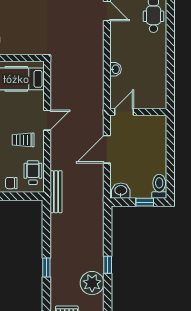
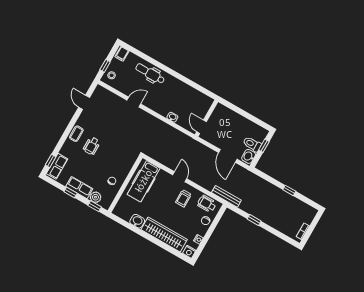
door: (107, 149) -> (228, 156), moved
toilet: (159, 186) -> (252, 144), moved
window: (46, 267) -> (254, 220), moved
plant: (92, 283) -> (295, 206), removed

